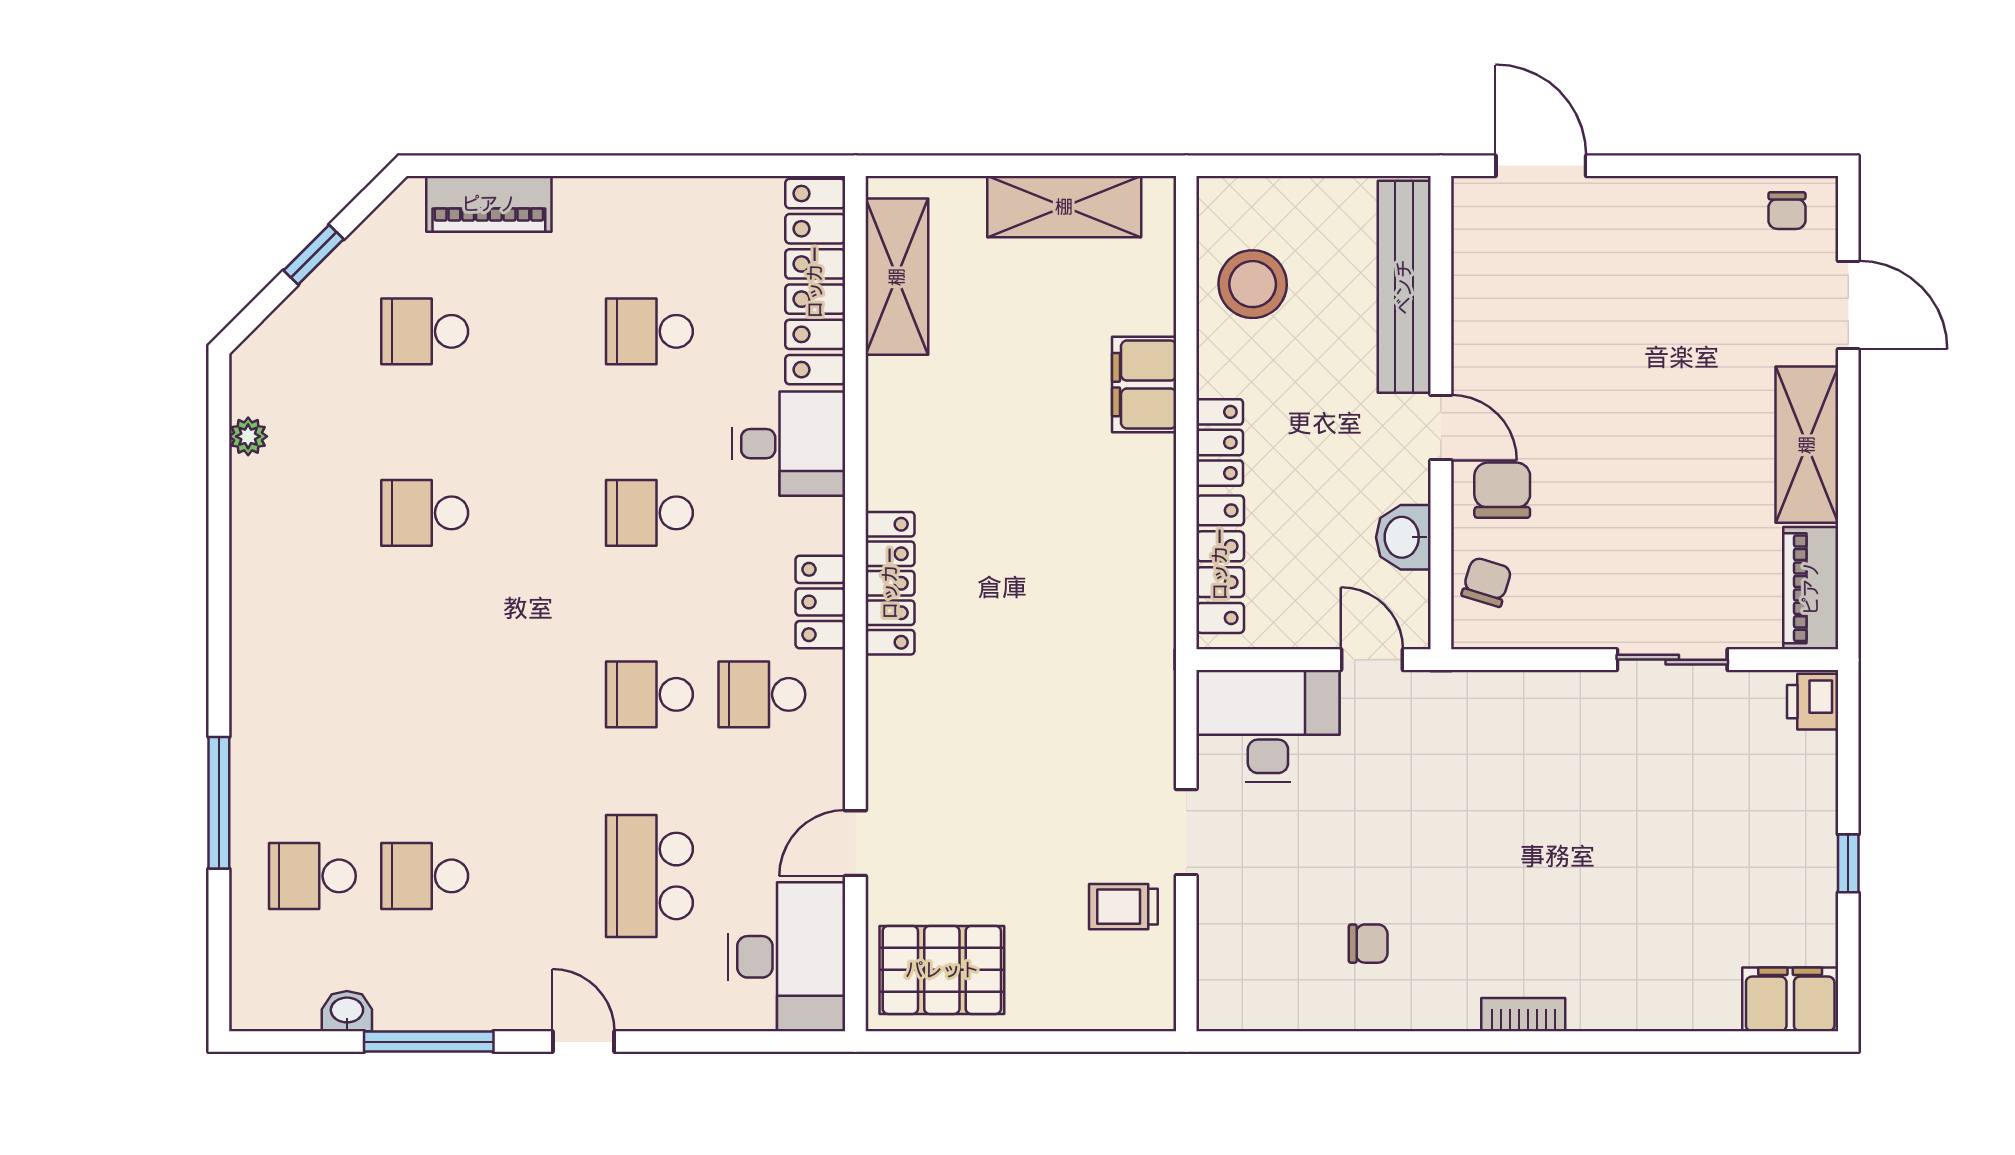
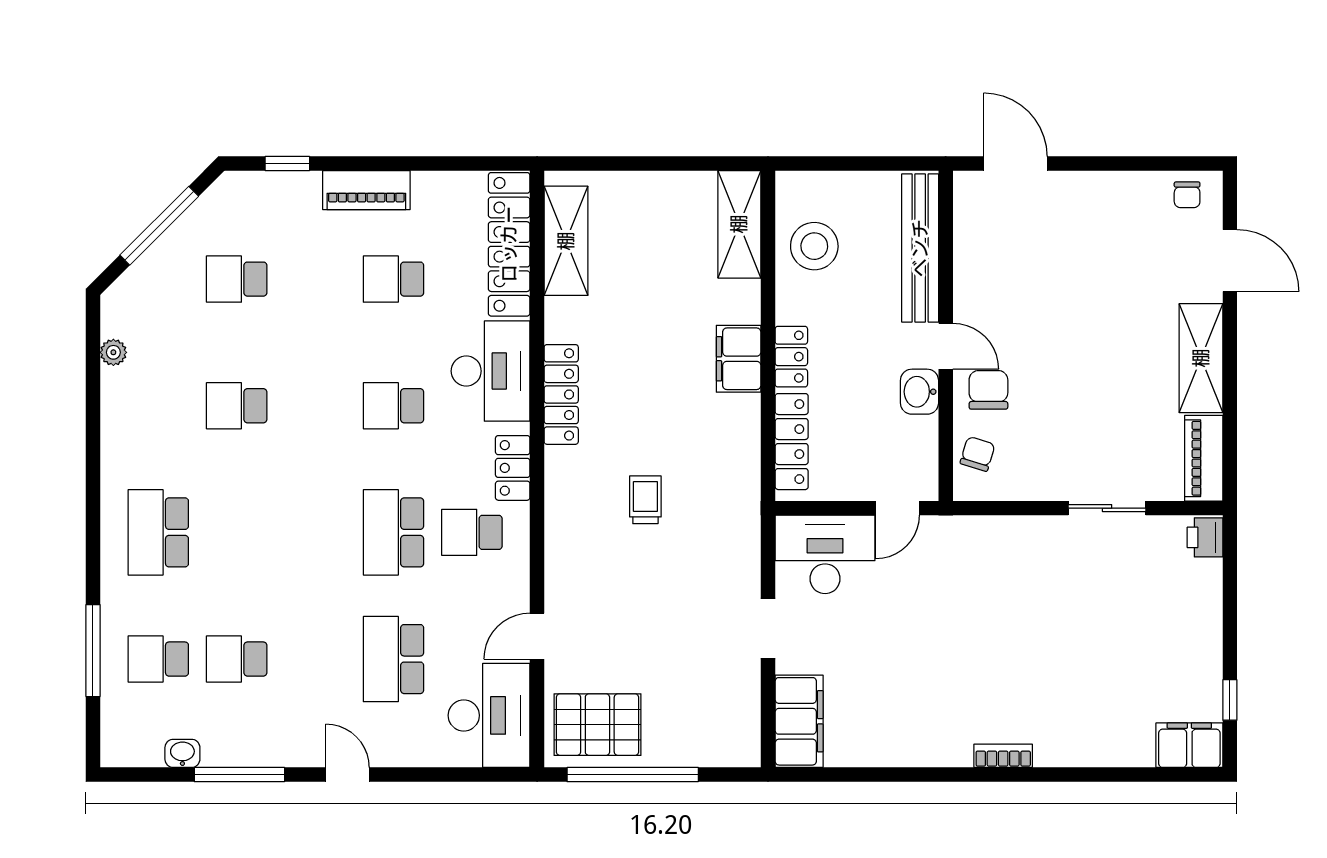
window: (497, 166) -> (287, 164), added
piano: (489, 204) -> (366, 190), moved
shelving: (1064, 207) -> (739, 224), moved, turned 90
window: (314, 255) -> (159, 226), width x2.17
filing cabinet: (1144, 385) -> (739, 359), moved
desk: (789, 444) -> (491, 371), width x1.37
washbasin: (1403, 537) -> (919, 392), moved
locker: (890, 583) -> (561, 394), moved
door: (1372, 660) -> (898, 508), swing flipped
school desk: (312, 694) -> (158, 532), added
school desk: (649, 694) -> (393, 532), width x1.85
window: (219, 803) -> (93, 651), moved
window: (1848, 863) -> (1230, 700), moved
trolley: (1123, 907) -> (645, 500), moved, turned 90
chair: (1368, 944) -> (895, 706), removed
filing cabinet: (1231, 965) -> (799, 721), added
window: (992, 1042) -> (633, 775), added

